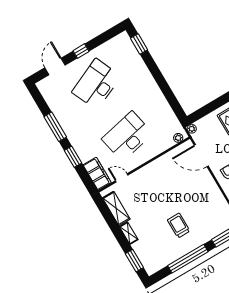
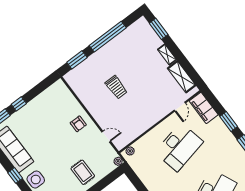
door: (201, 156) -> (106, 137), width x0.53
door: (122, 178) -> (180, 107), hinge flipped
trolley: (179, 225) -> (116, 87), moved

